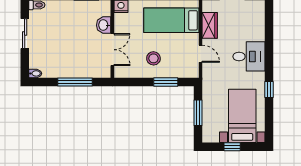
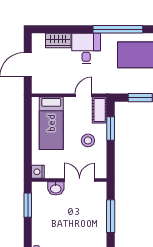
wardrobe: (210, 25) -> (58, 41), moved, turned 180
cot: (185, 70) -> (100, 110), added
window: (269, 89) -> (118, 29), width x3.17

